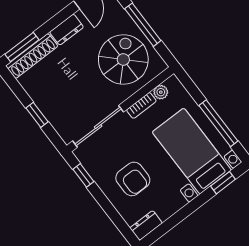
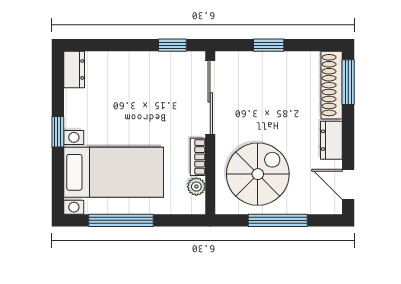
spiral stairs: (123, 60) -> (258, 174), turned -90
armchair: (133, 179) -> (131, 92), removed
window: (223, 183) -> (58, 132), moved

